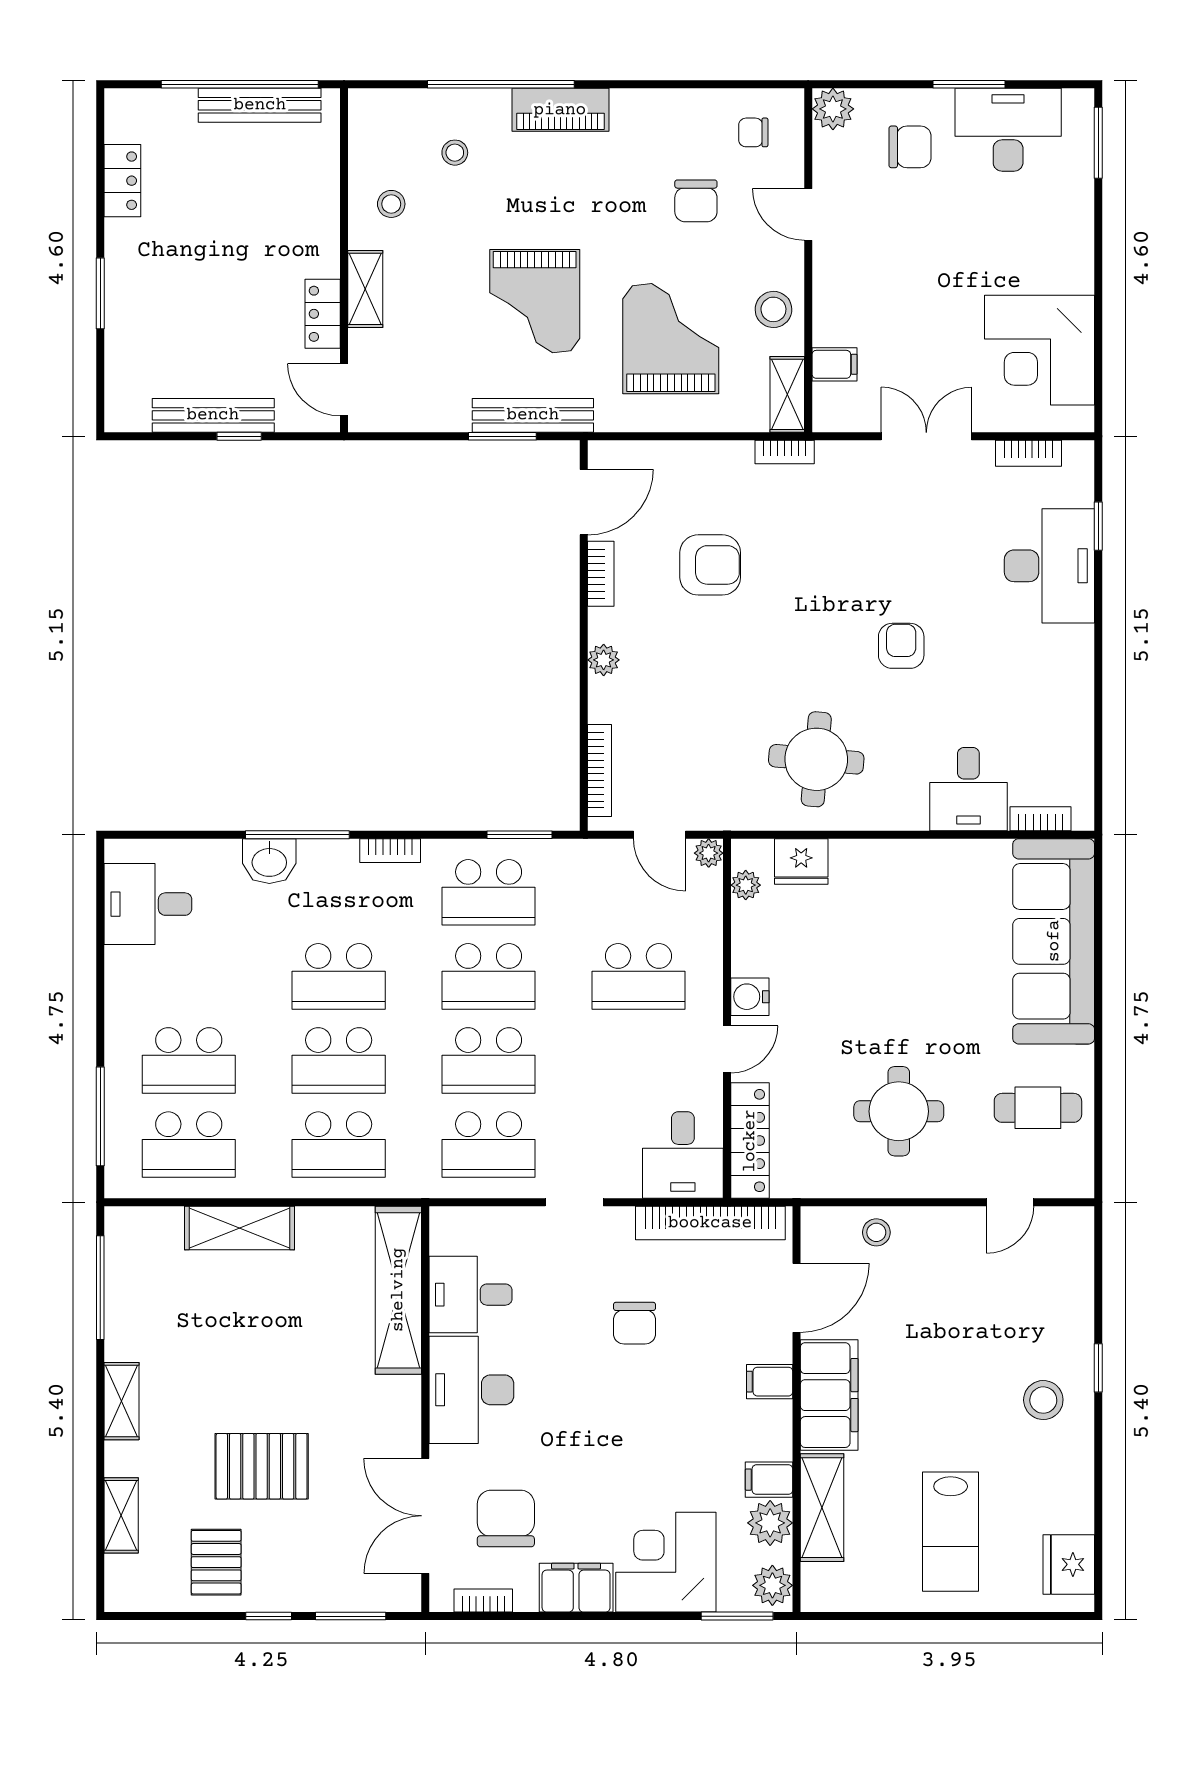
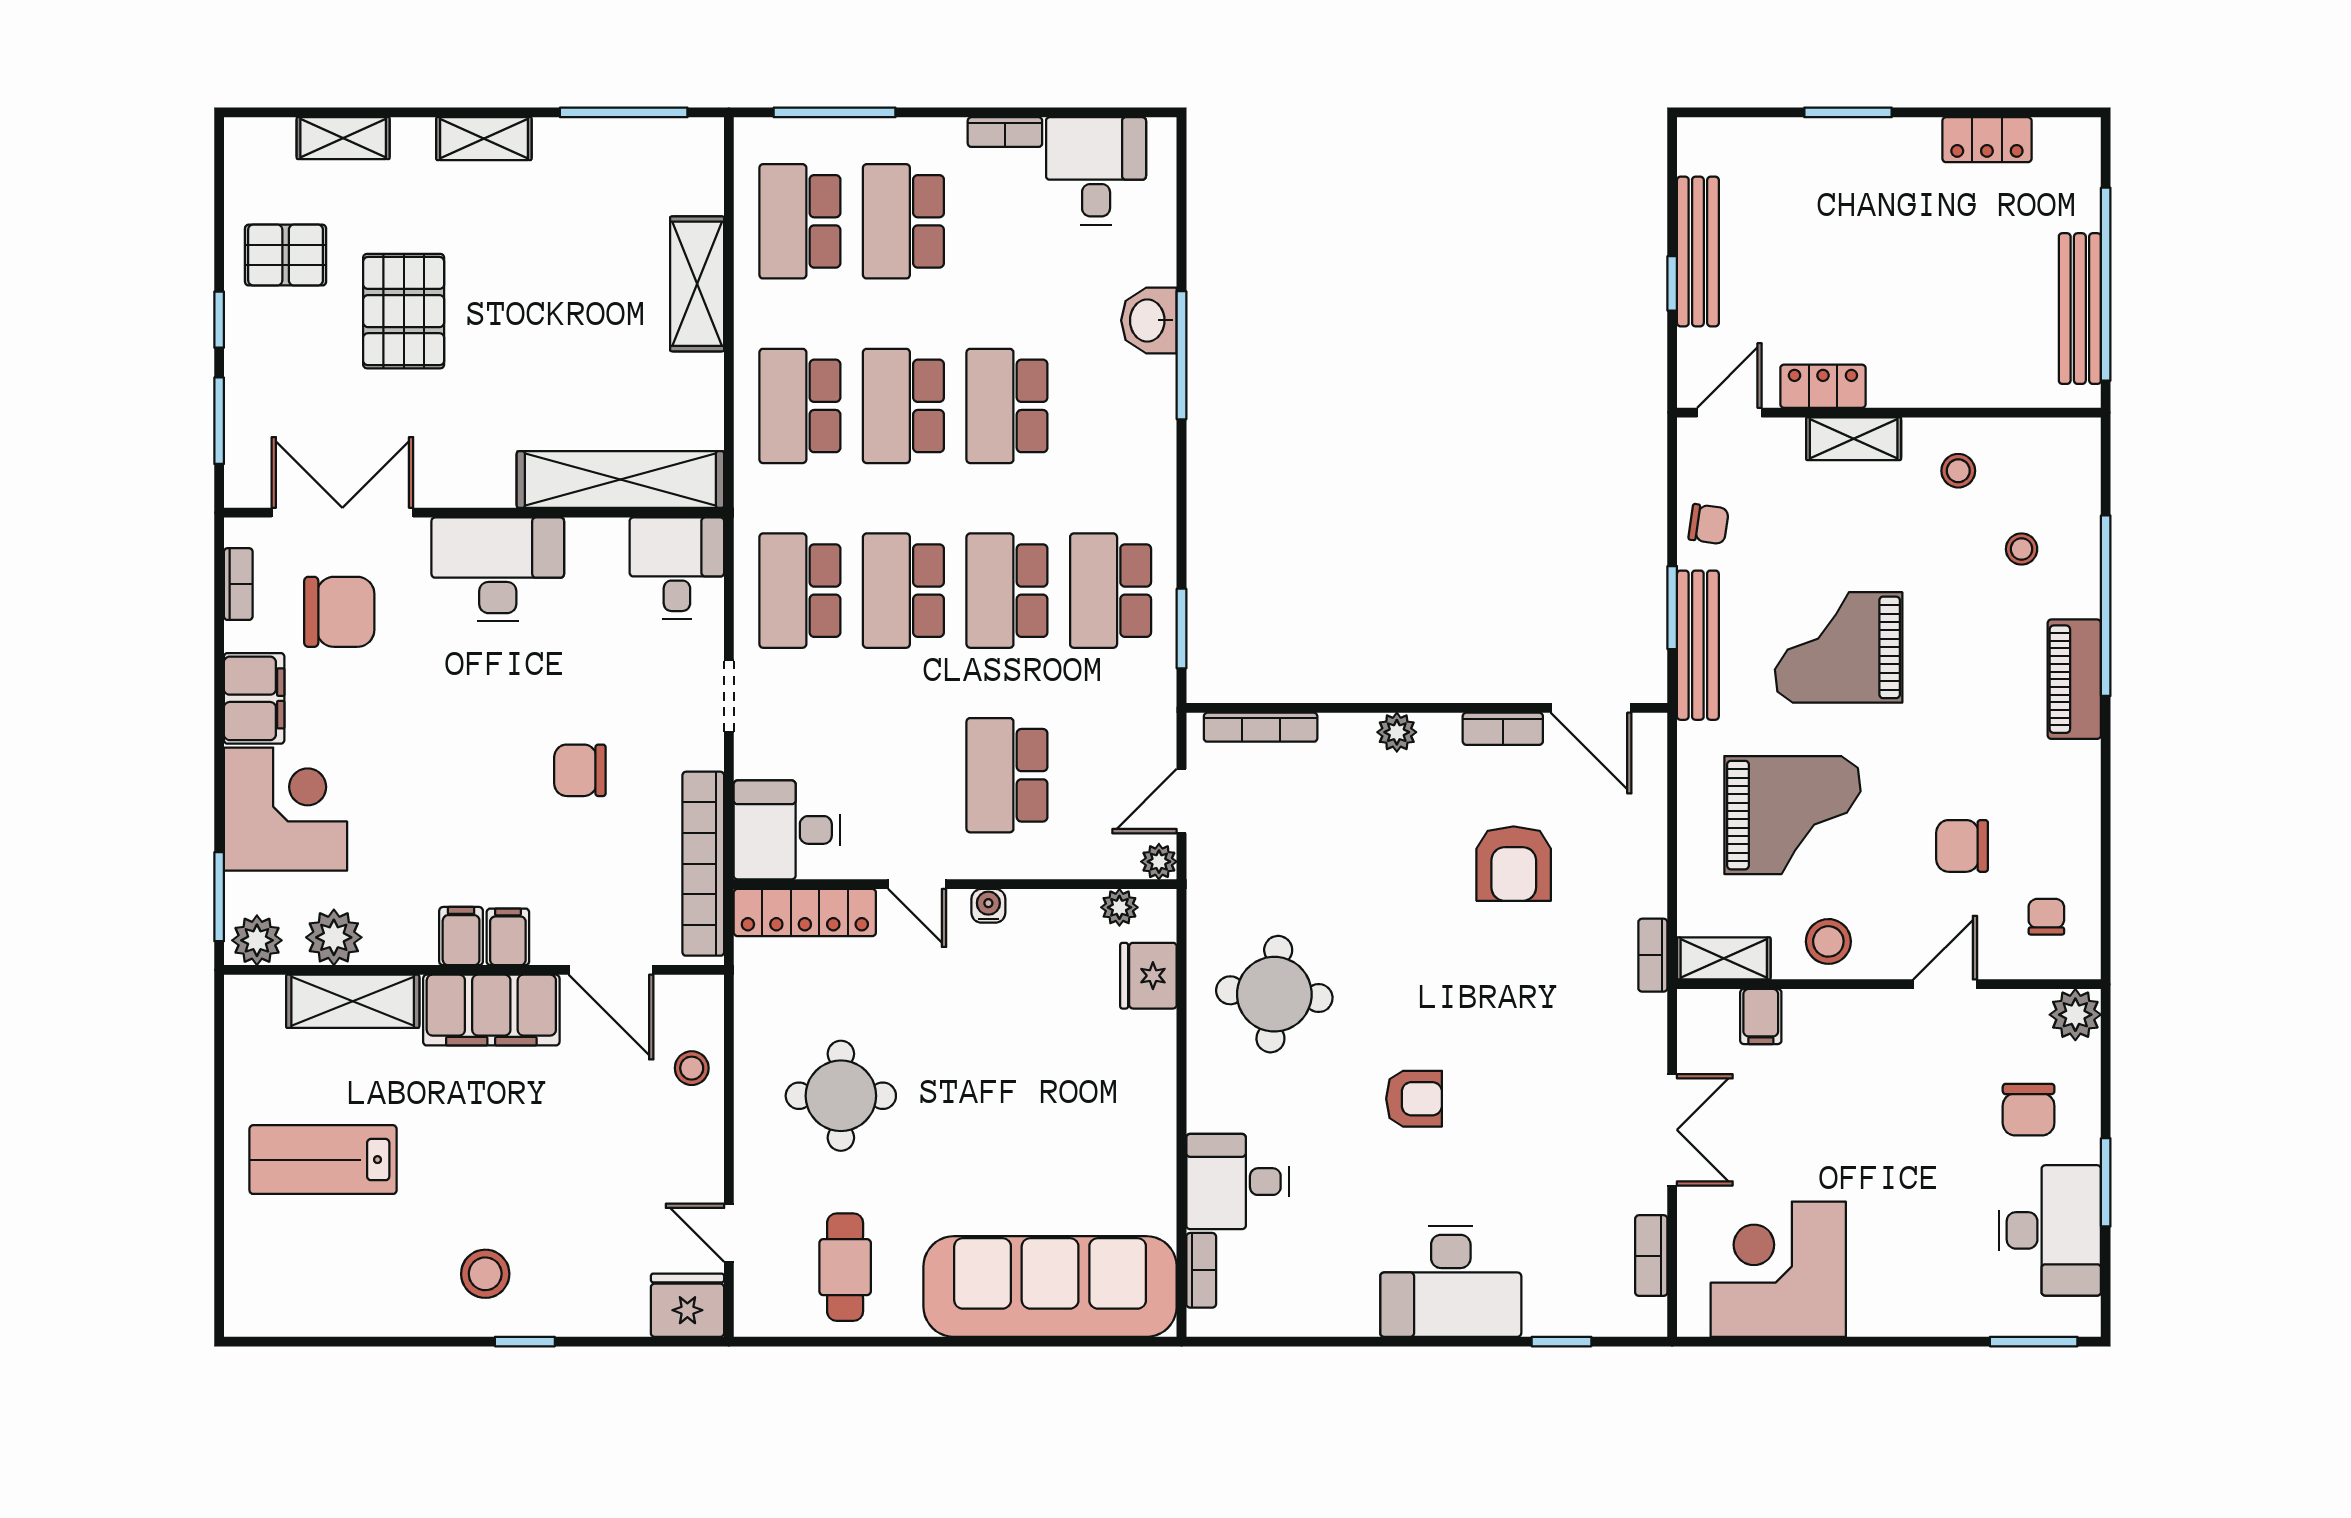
chair: (435, 407) -> (1709, 524), added
desk: (1049, 566) -> (1451, 1281), moved
bookcase: (390, 851) -> (1005, 132), moved, turned -90
water cooler: (750, 997) -> (988, 906), width x0.72, depth x0.72
desk: (470, 1295) -> (677, 568), moved
filing cabinet: (769, 1480) -> (461, 936), moved
fridge: (1069, 1564) -> (687, 1305), moved

